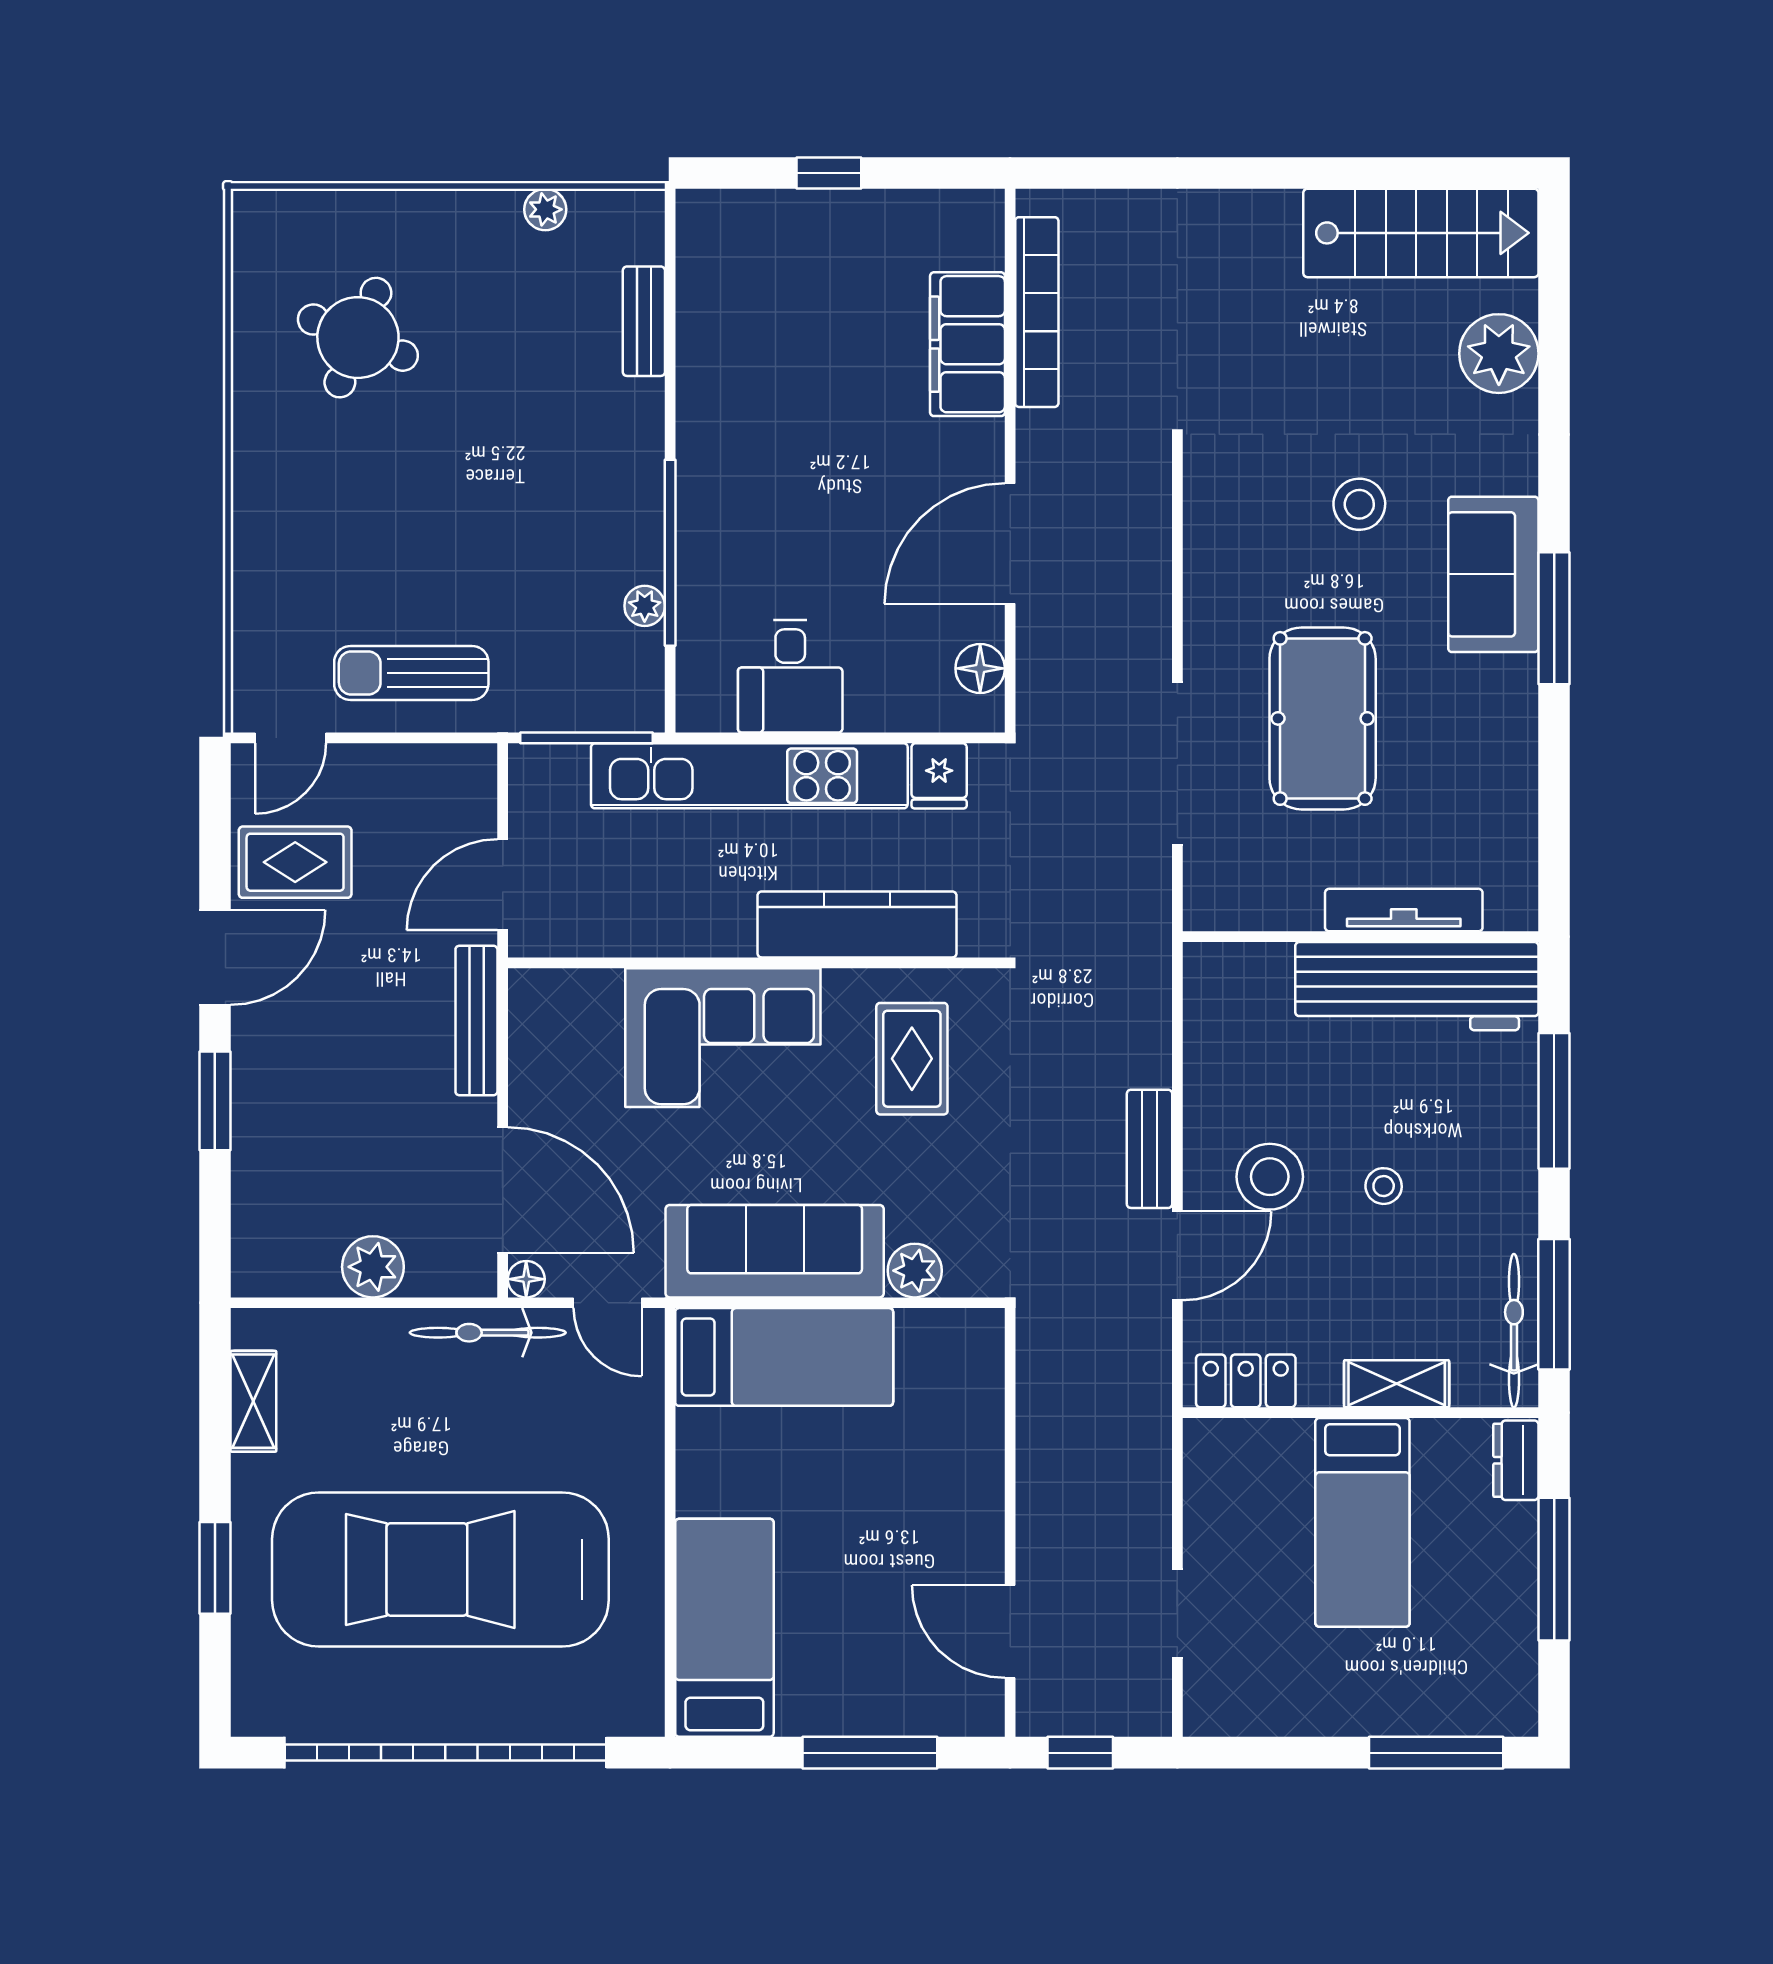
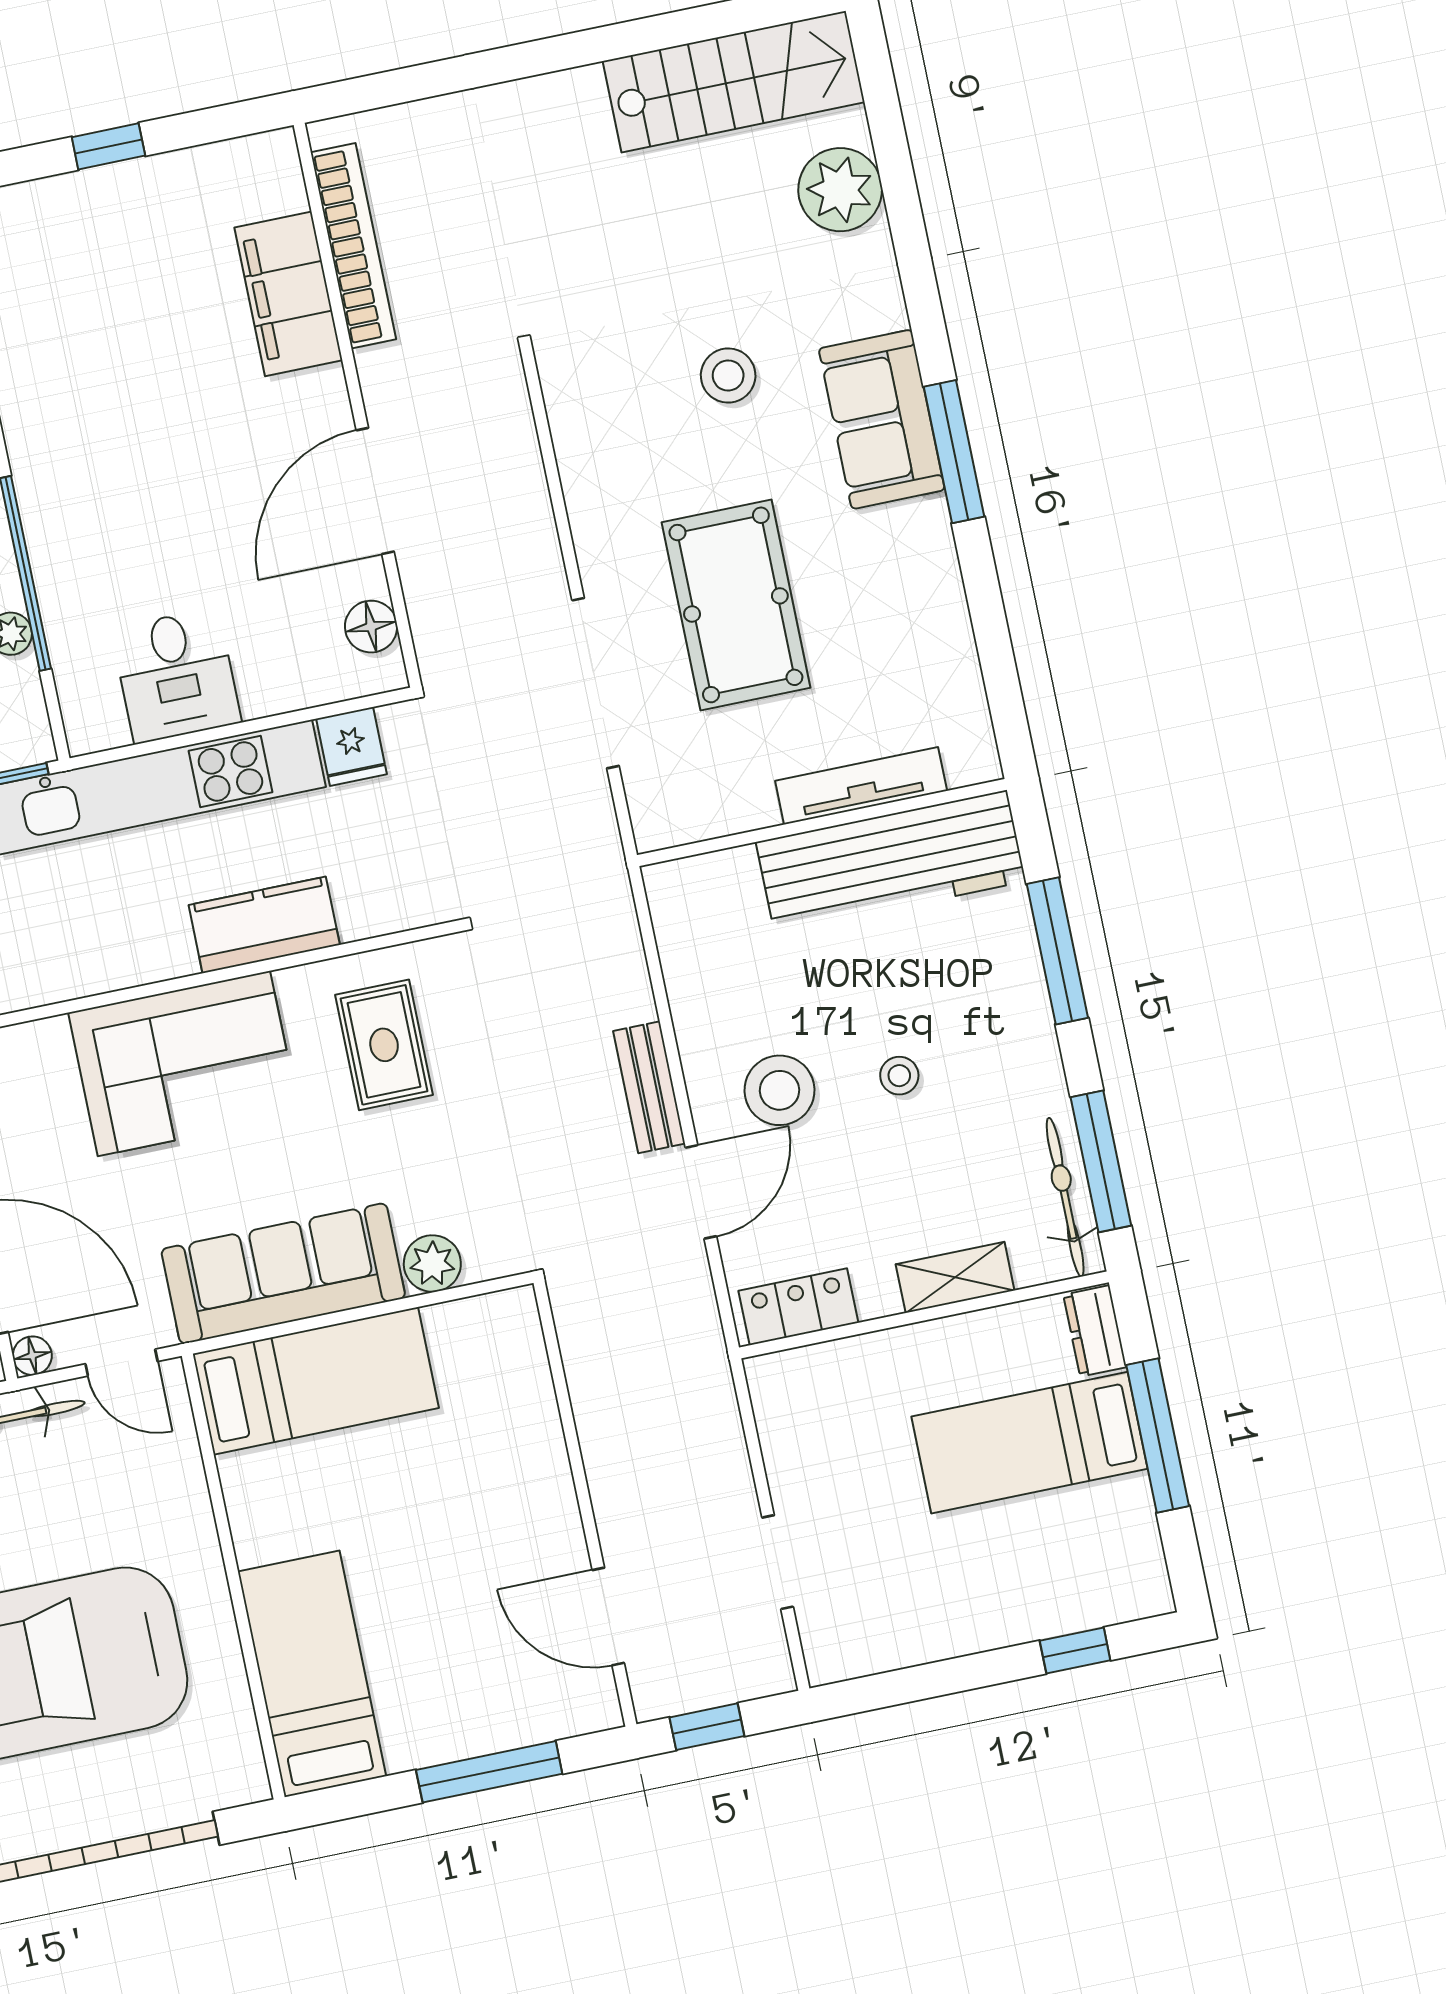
kitchen counter: (857, 924) -> (264, 925), width x0.67
bed: (1362, 1522) -> (1029, 1443), moved, turned 90
window: (1436, 1753) -> (1075, 1650), width x0.46

